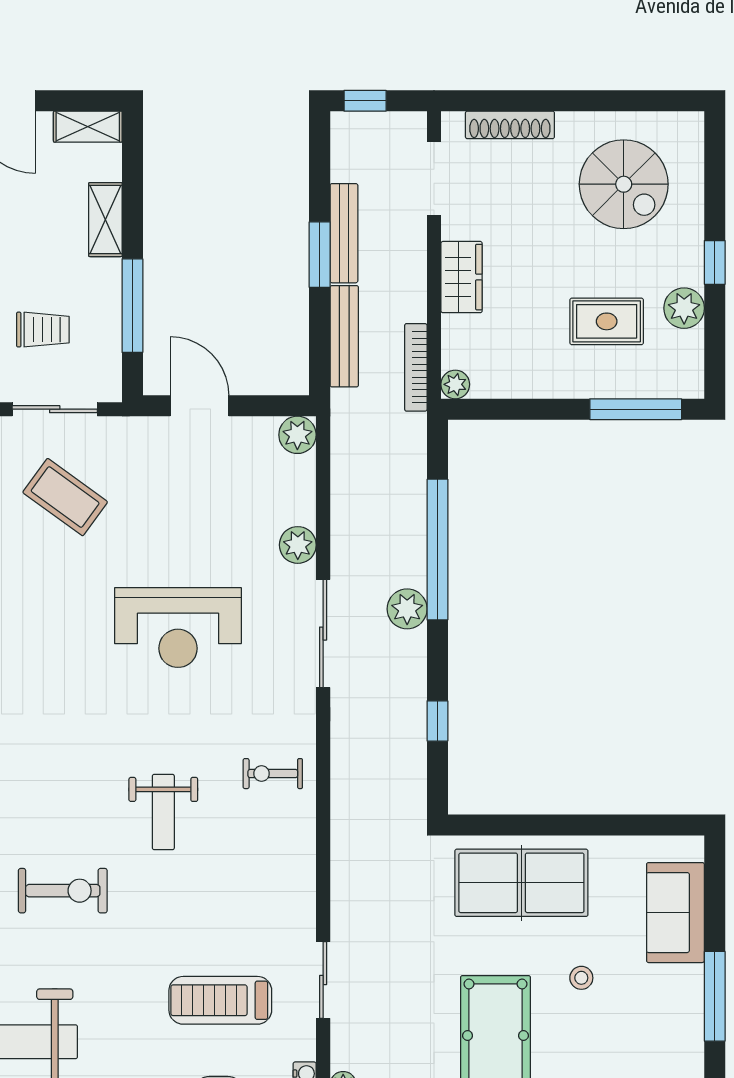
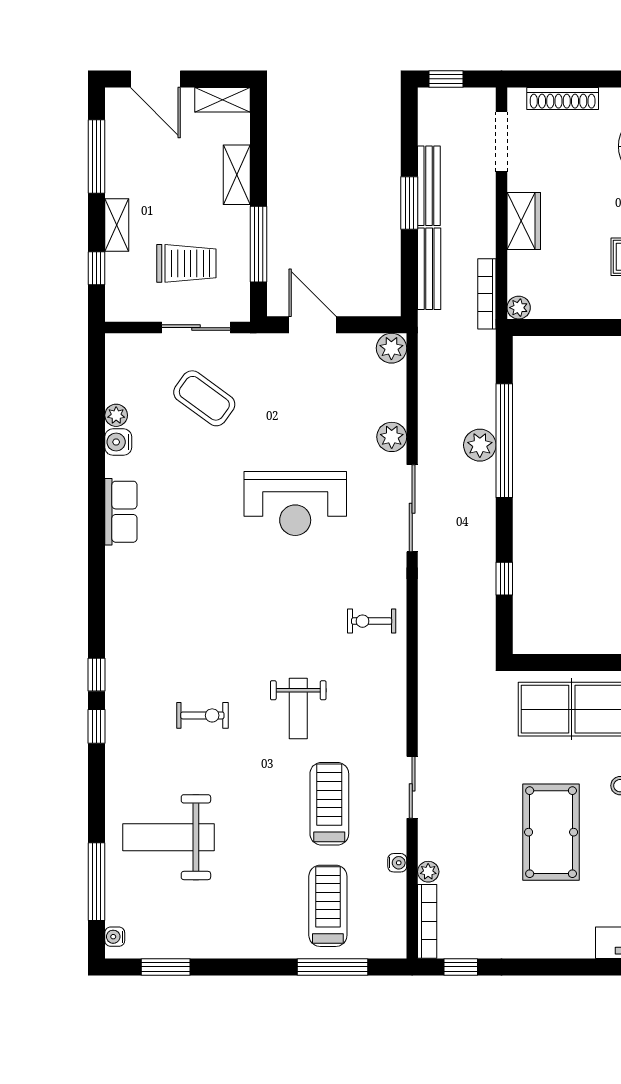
trolley: (43, 330) -> (186, 263), width x1.36, depth x1.39
plant: (407, 609) -> (480, 445), moved
weight bench: (163, 812) -> (298, 708), moved
exercise bike: (63, 891) -> (202, 715), width x0.73, depth x0.72
treadmill: (220, 1000) -> (329, 804), turned 90

